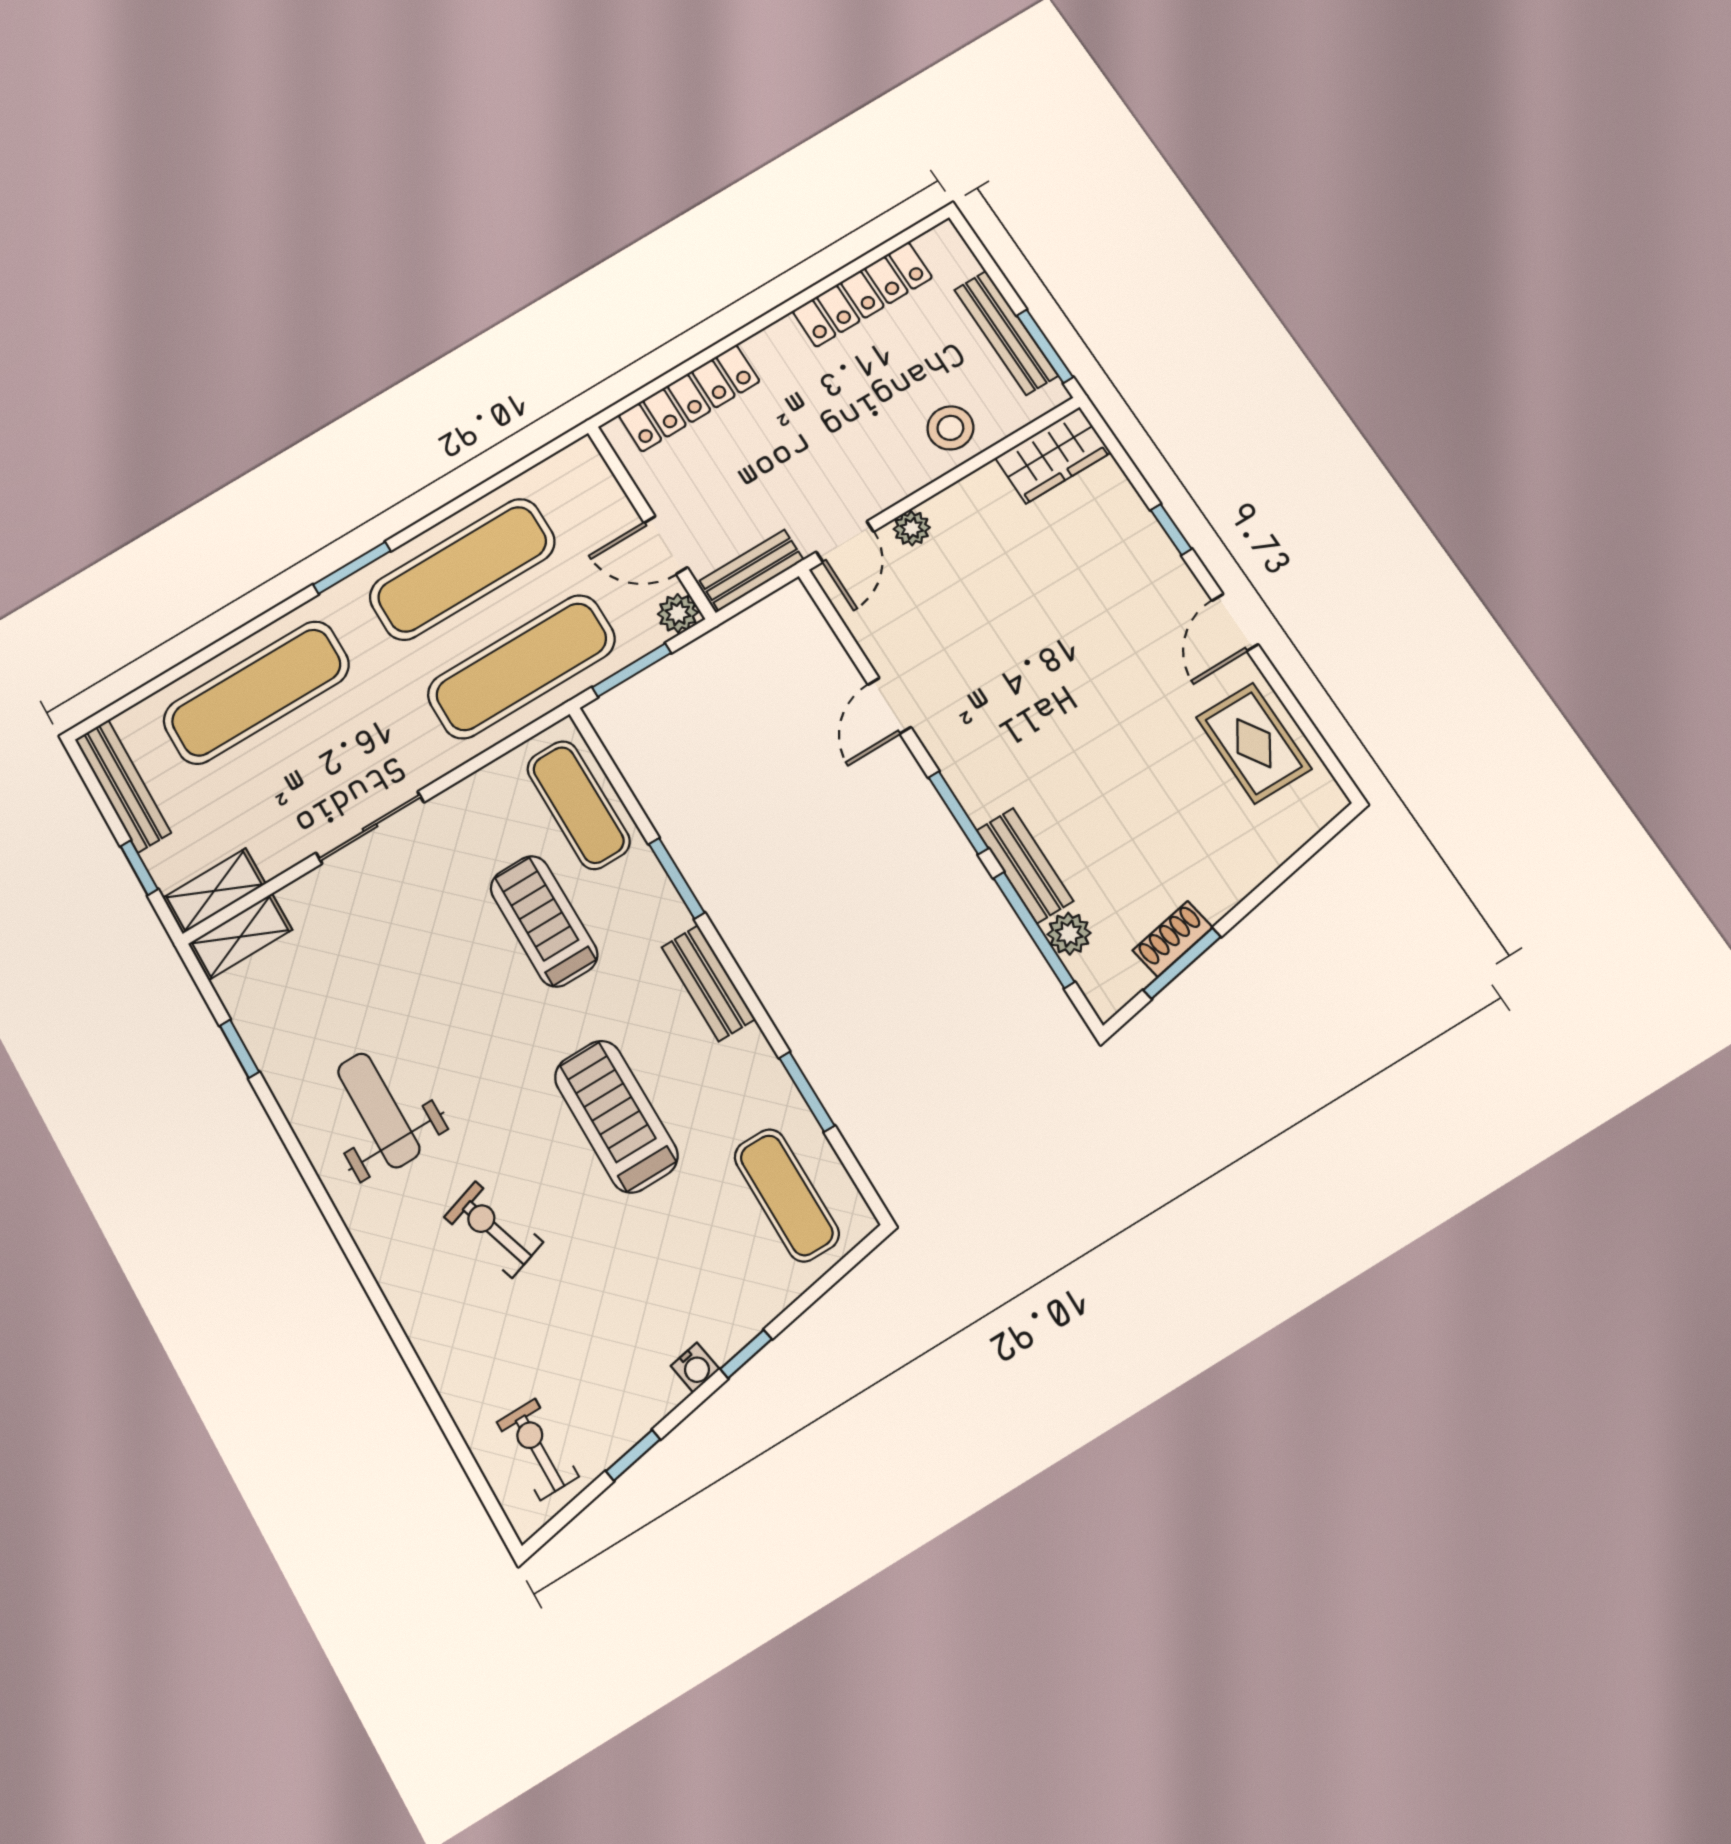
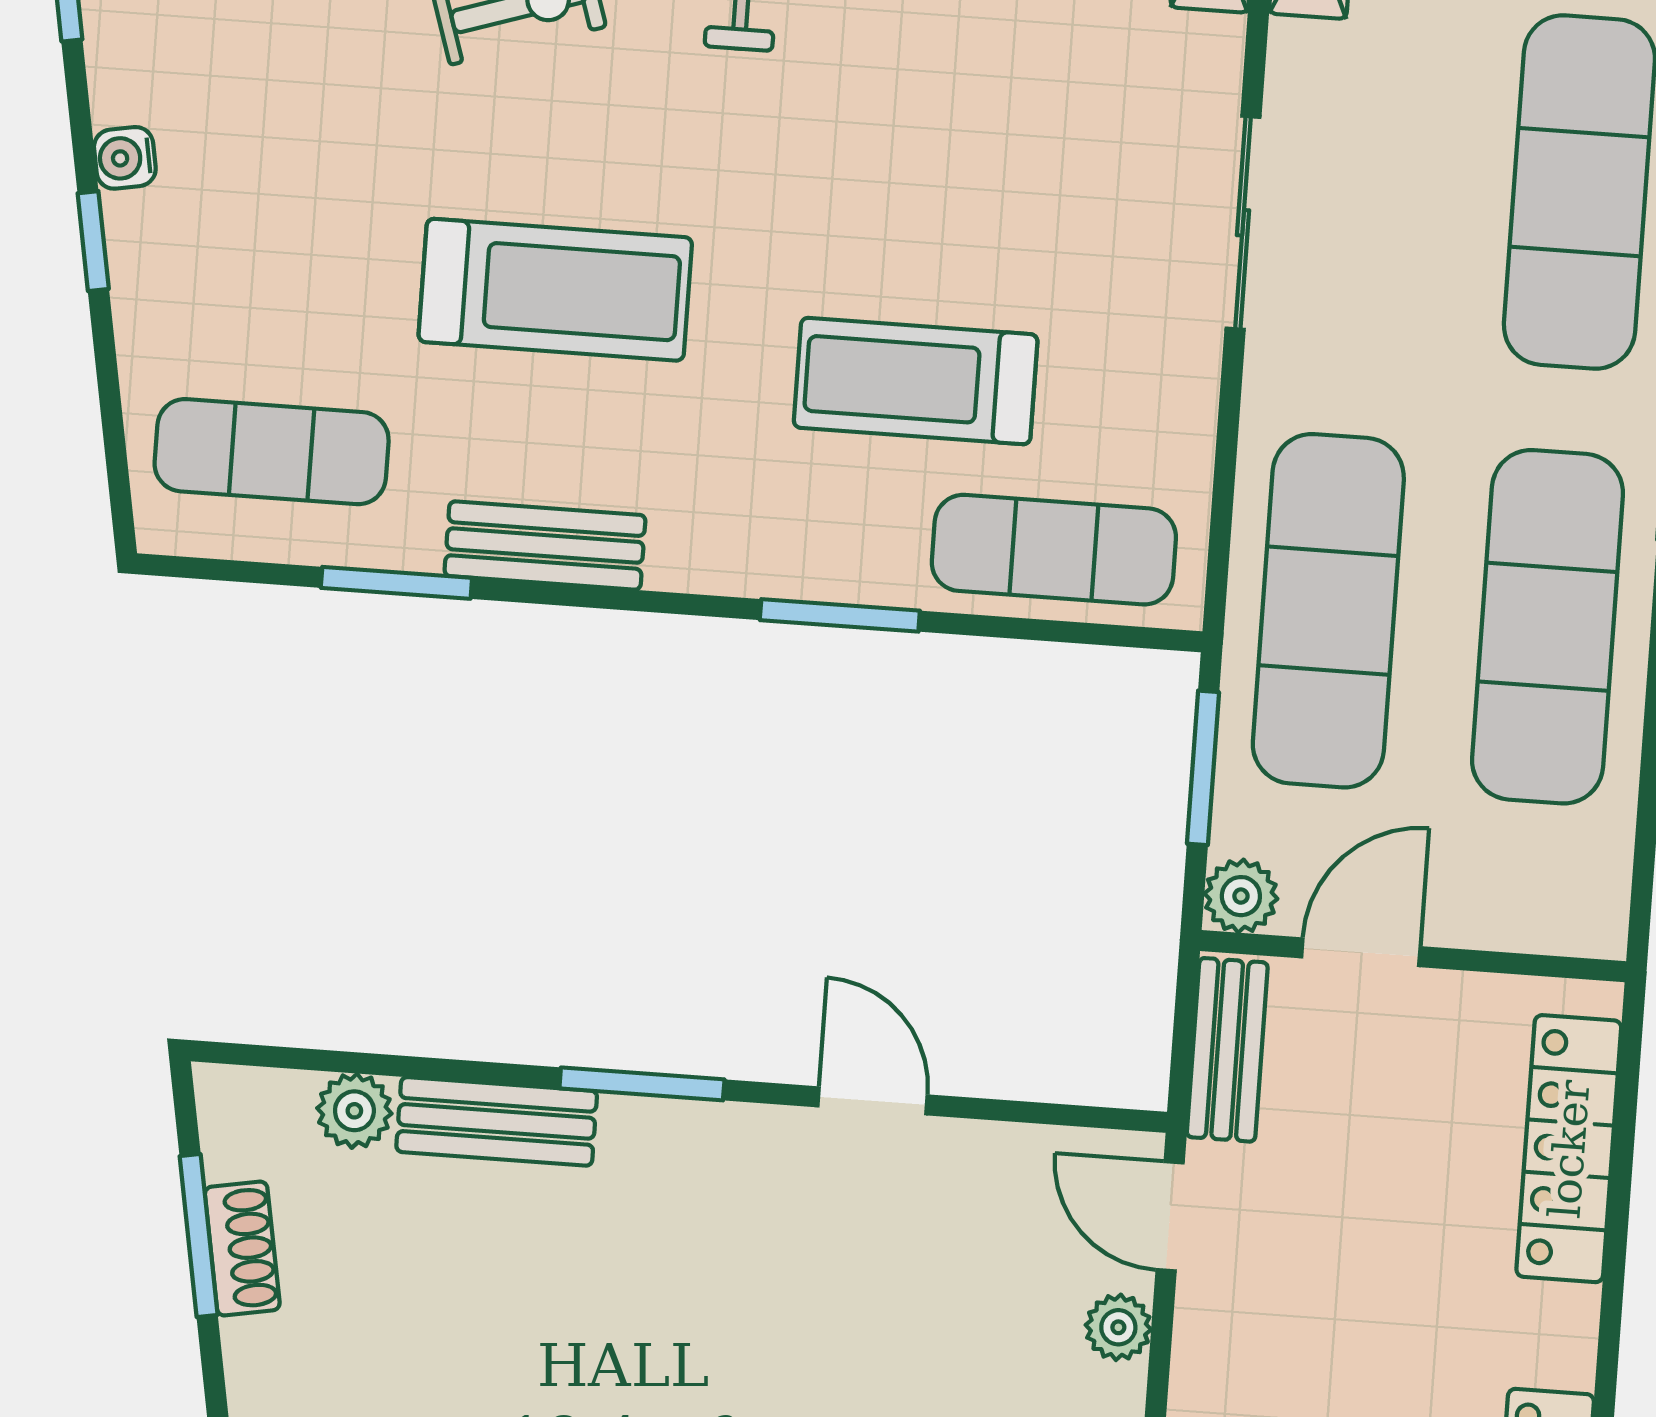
treadmill: (544, 921) -> (916, 381), turned 180
window: (1034, 930) -> (395, 1066), removed
bench: (708, 983) -> (545, 546), moved

